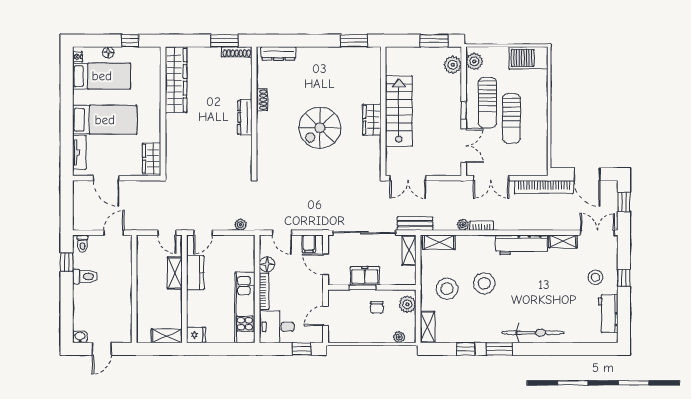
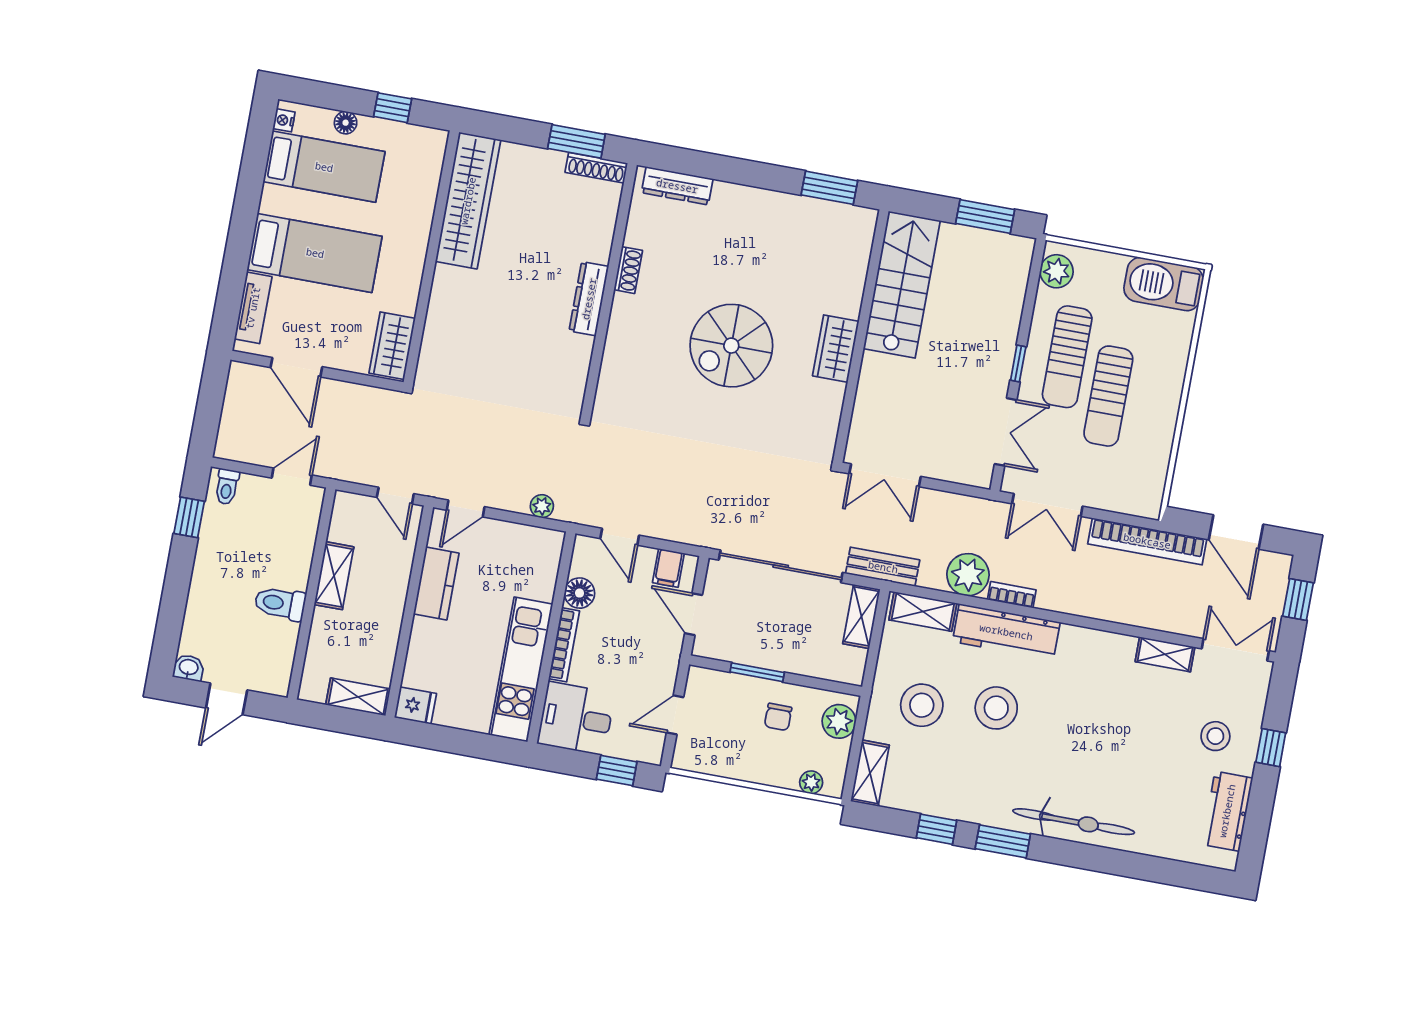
plant: (453, 65) -> (1013, 270), removed
stairs: (399, 111) -> (902, 285), moved
plant: (463, 225) -> (968, 575), width x1.87, depth x1.87
workbench: (522, 245) -> (1006, 632), moved
shelving: (175, 273) -> (334, 576), moved
freezer: (365, 276) -> (766, 650), removed
toilet: (85, 277) -> (280, 603), moved, turned 180

